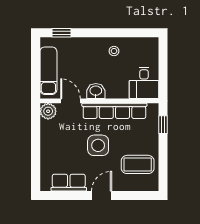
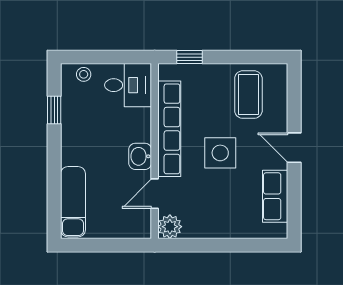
window: (62, 33) -> (54, 110), moved
stool: (114, 51) -> (84, 74), moved
exam couch: (48, 71) -> (73, 202), moved, turned 90

